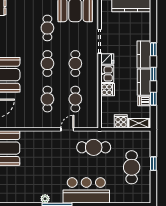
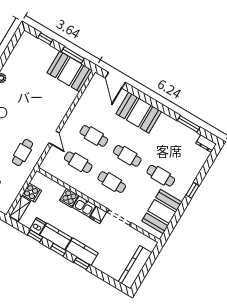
cafe table: (94, 147) -> (22, 153), width x0.73, depth x0.74

